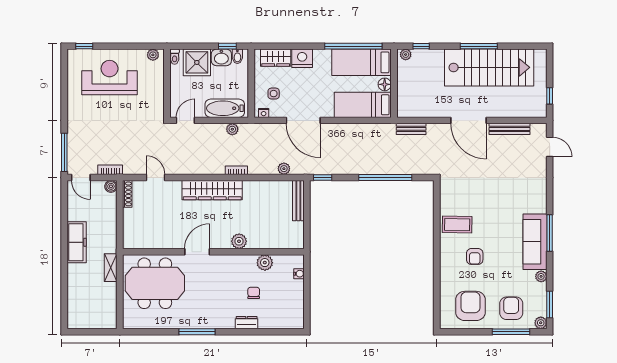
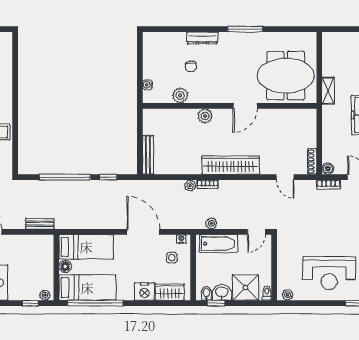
plant: (284, 169) -> (190, 186), moved
window: (323, 177) -> (108, 177), moved
dresser: (247, 323) -> (202, 38), width x1.44

